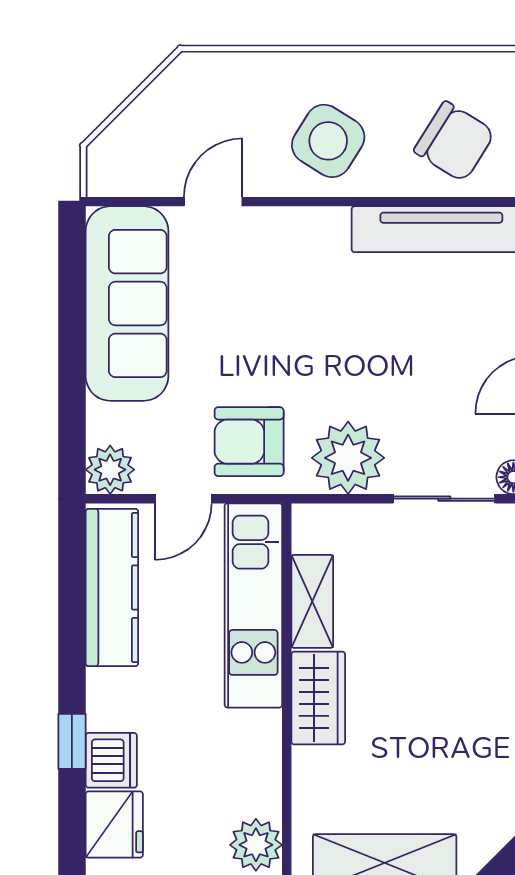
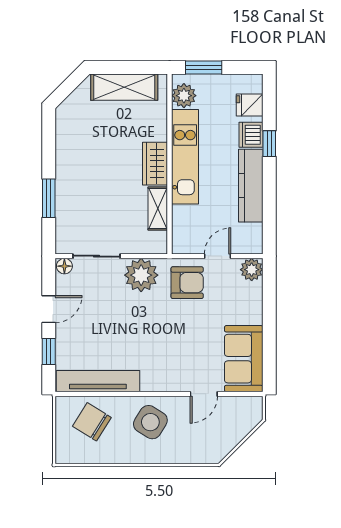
sofa: (127, 304) -> (244, 359), width x0.73
kitchen counter: (112, 587) -> (251, 186), moved
kitchen unit: (253, 605) -> (185, 157), moved
fridge: (114, 825) -> (250, 105), width x0.72

